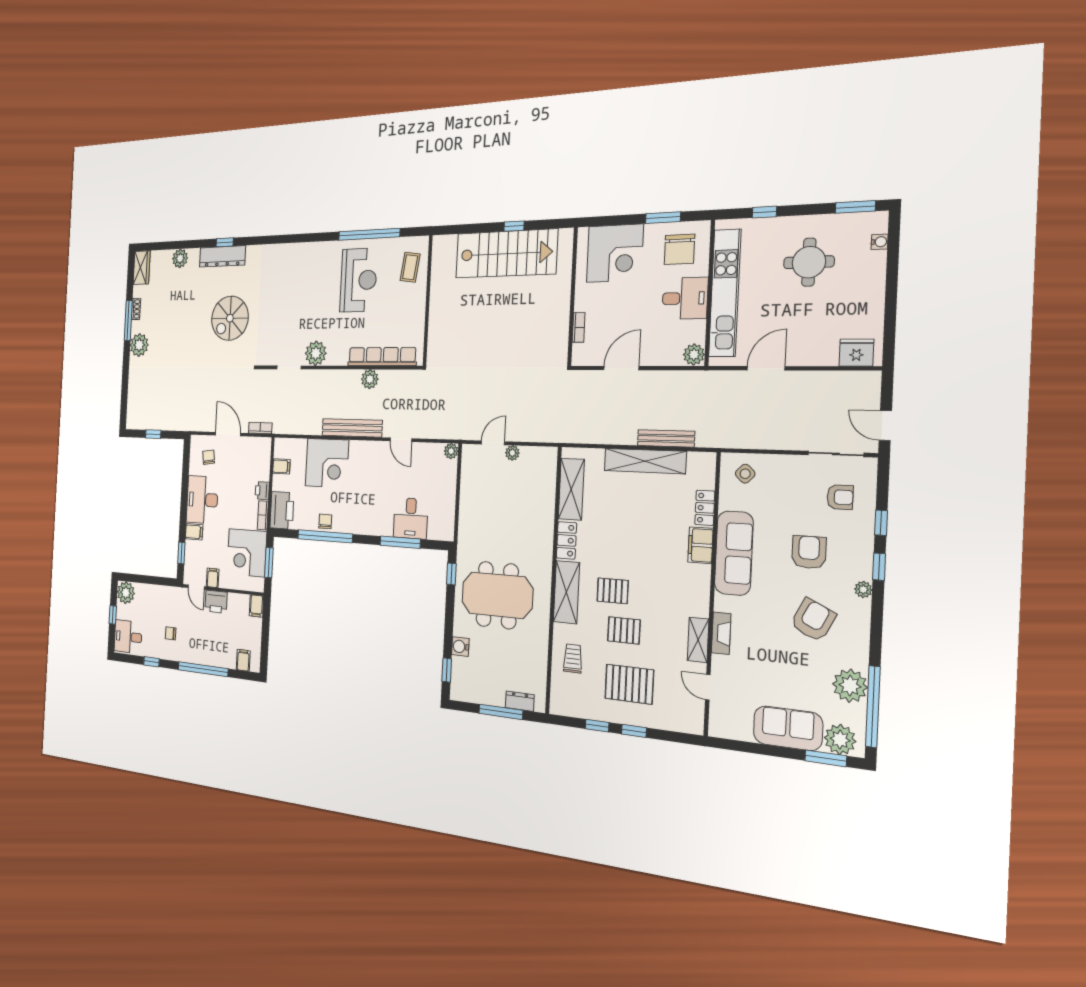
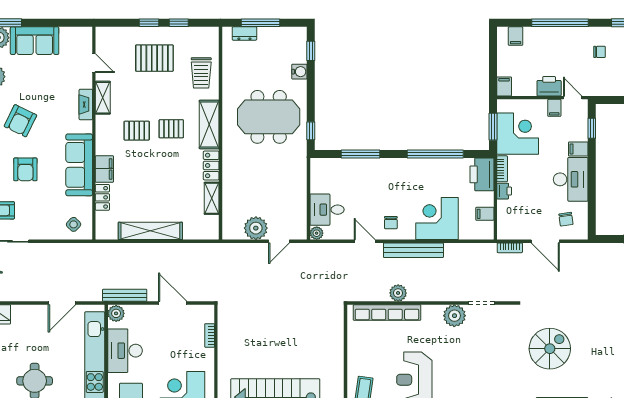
desk: (685, 298) -> (125, 351), width x1.37
door: (621, 368) -> (173, 303), swing flipped
bench: (666, 438) -> (125, 295), moved
plant: (512, 453) -> (256, 228), width x1.87, depth x1.87
shelving: (571, 489) -> (212, 198), width x0.67, depth x0.75
desk: (411, 518) -> (327, 210), moved, turned -90
chair: (325, 521) -> (391, 223), moved
pallet: (624, 630) -> (137, 131), moved
trolley: (573, 658) -> (201, 73), width x1.36, depth x1.39

